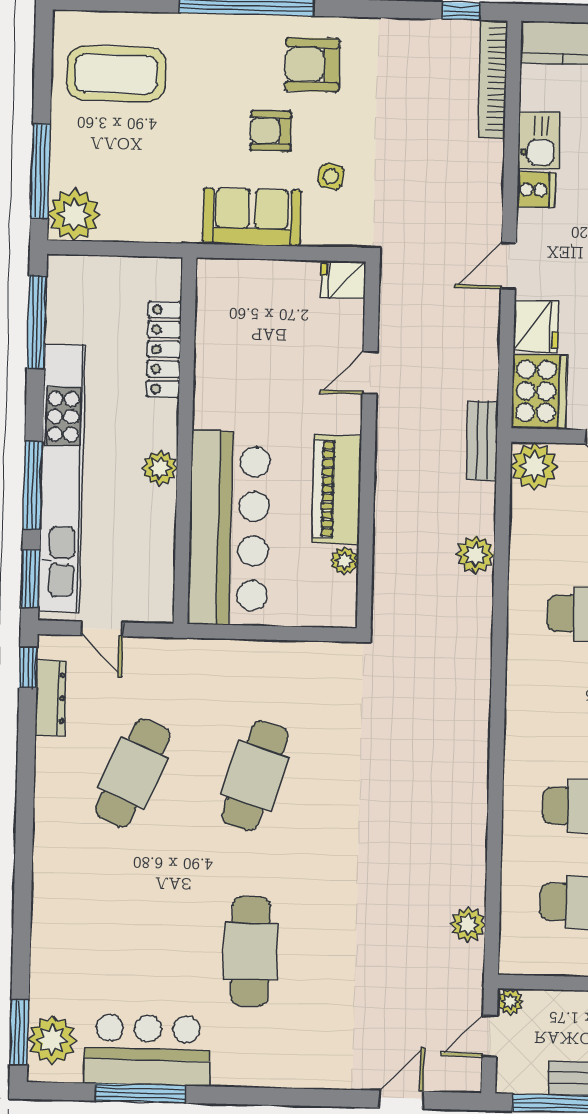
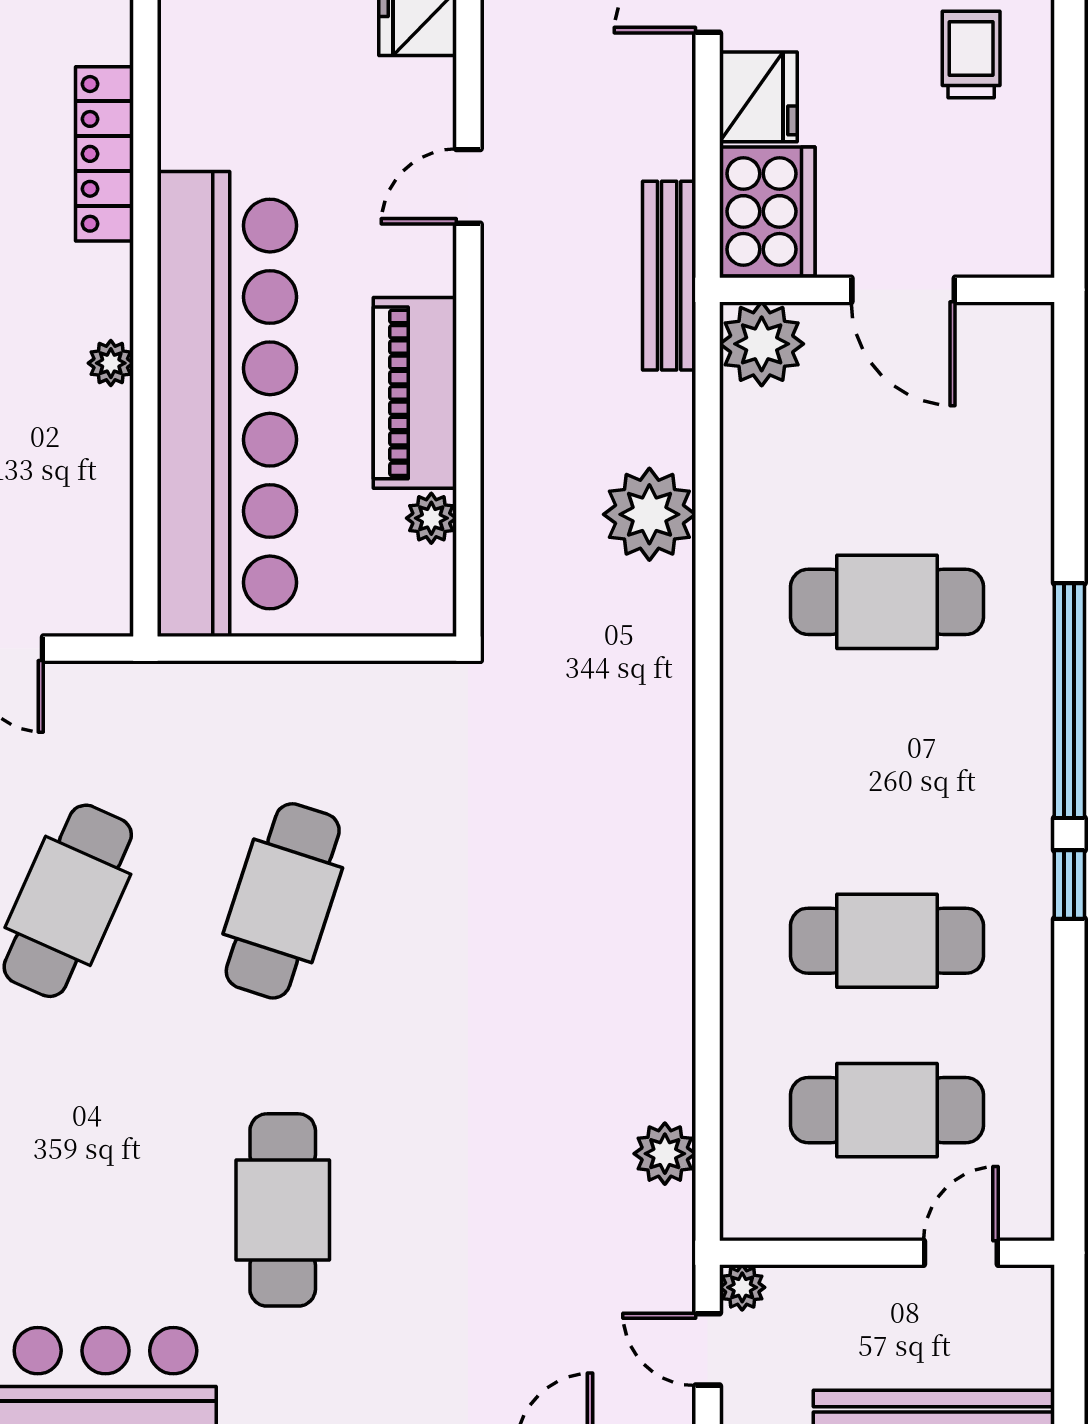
bench: (482, 441) -> (669, 276), width x1.36
plant: (160, 468) -> (111, 363), width x0.73, depth x0.73
bar counter: (229, 528) -> (227, 404), width x1.36
plant: (475, 555) -> (649, 514), width x1.36, depth x1.36
door: (490, 1036) -> (708, 1349), hinge flipped

